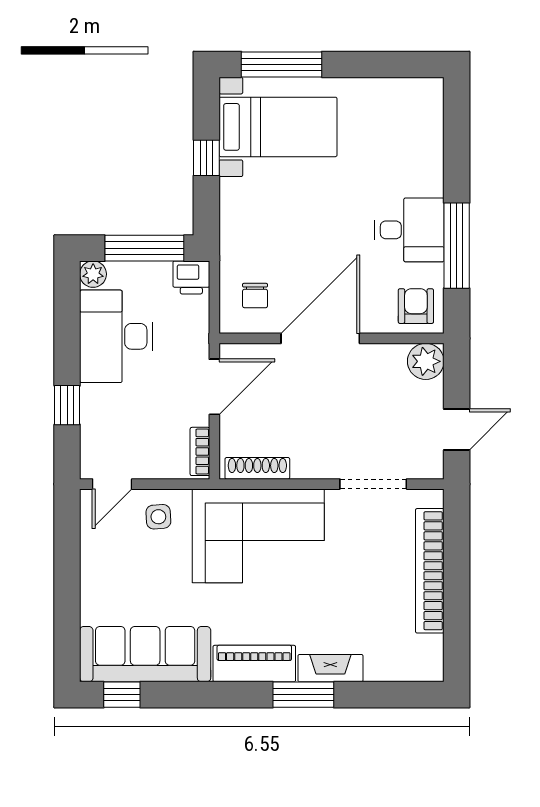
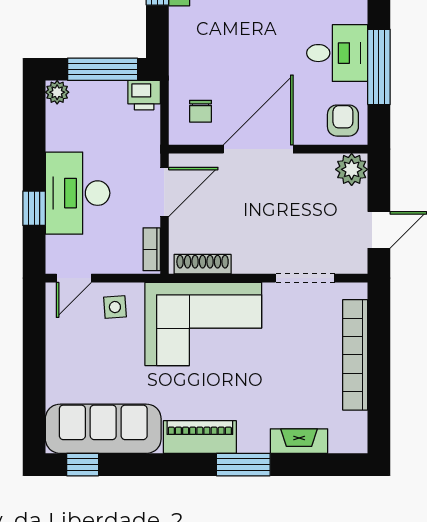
desk: (116, 336) -> (78, 193), moved
fireplace: (330, 668) -> (299, 441), moved

